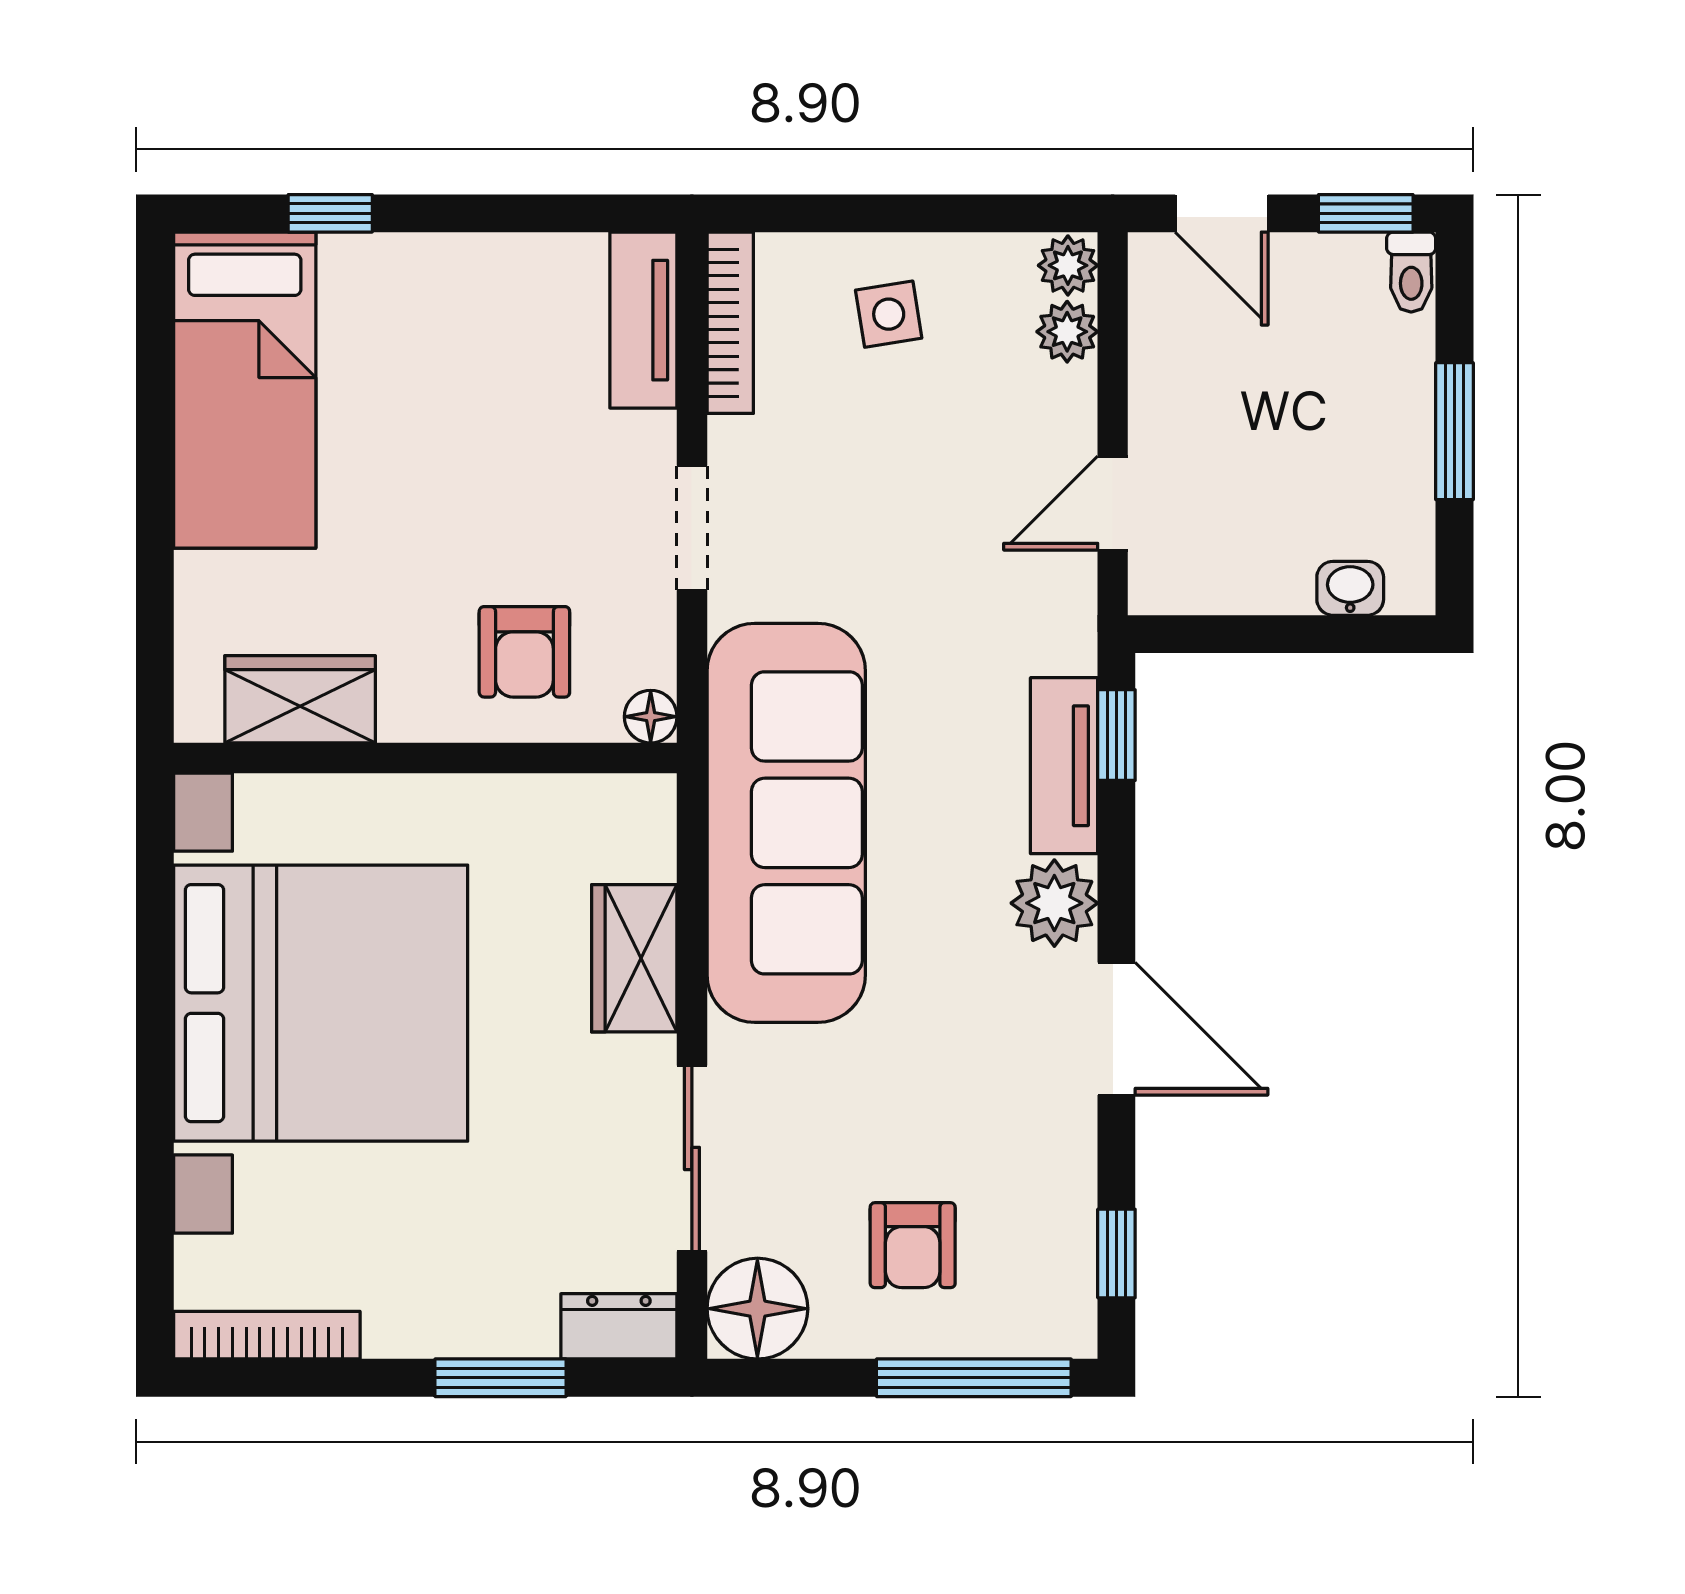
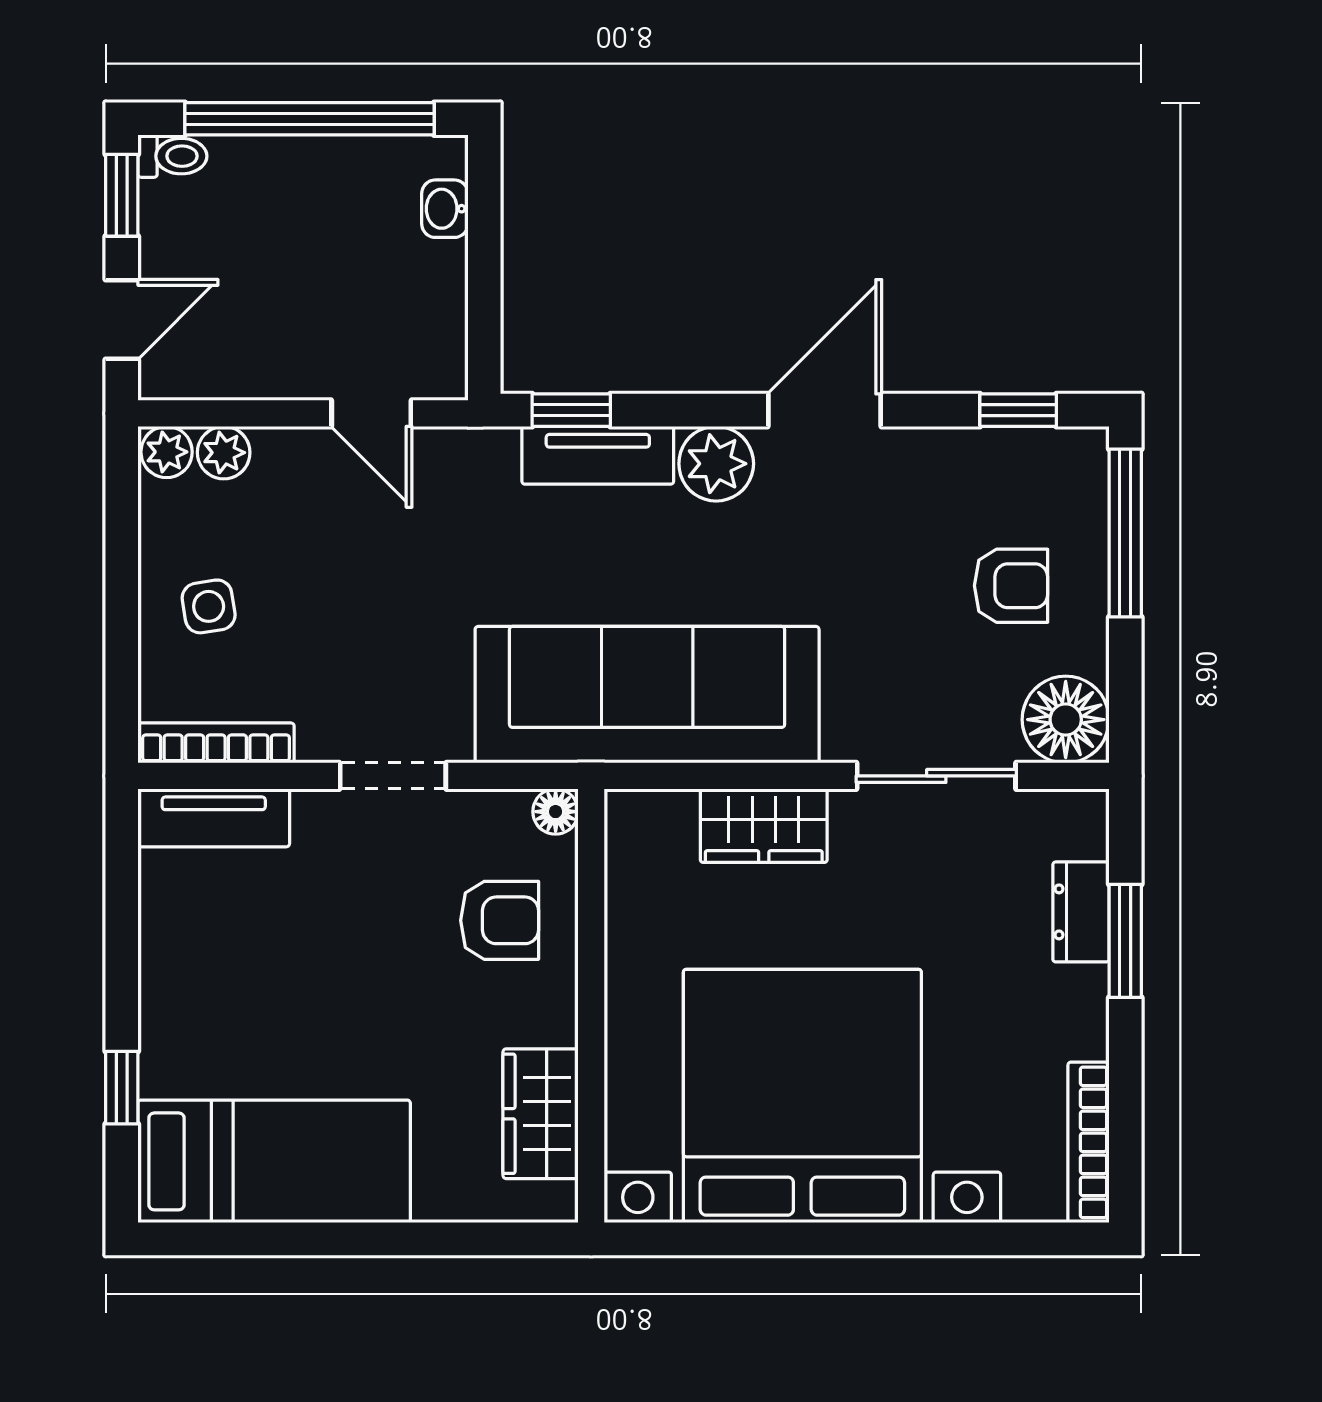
window: (1455, 431) -> (310, 119), width x2.11
dresser: (619, 1326) -> (1081, 912), moved

